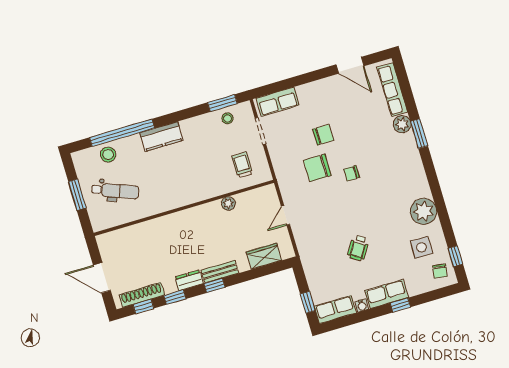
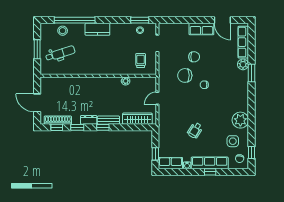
row of seats: (277, 102) -> (201, 29), moved
dental chair: (115, 191) -> (60, 53), turned -39
wardrobe: (264, 256) -> (137, 119), width x1.50
row of seats: (387, 294) -> (210, 163), width x1.48

